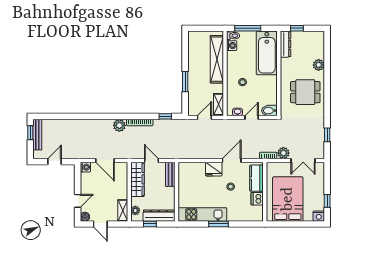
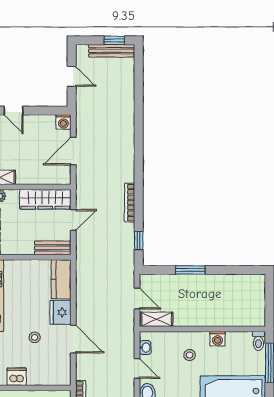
washing machine: (232, 46) -> (218, 339), moved
shelving: (217, 59) -> (224, 317), removed
plant: (119, 125) -> (125, 172), removed
kitchen counter: (256, 178) -> (61, 279), moved, turned -90

